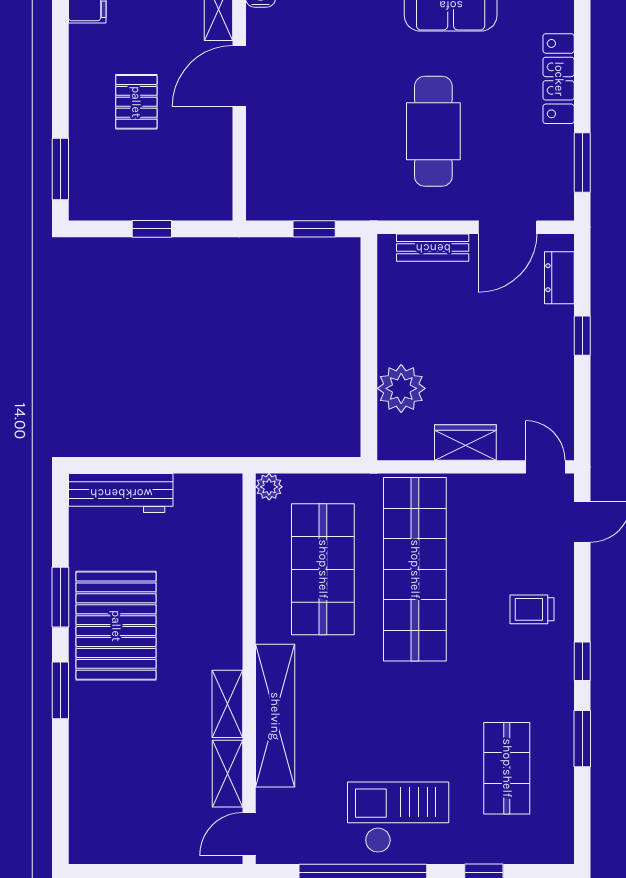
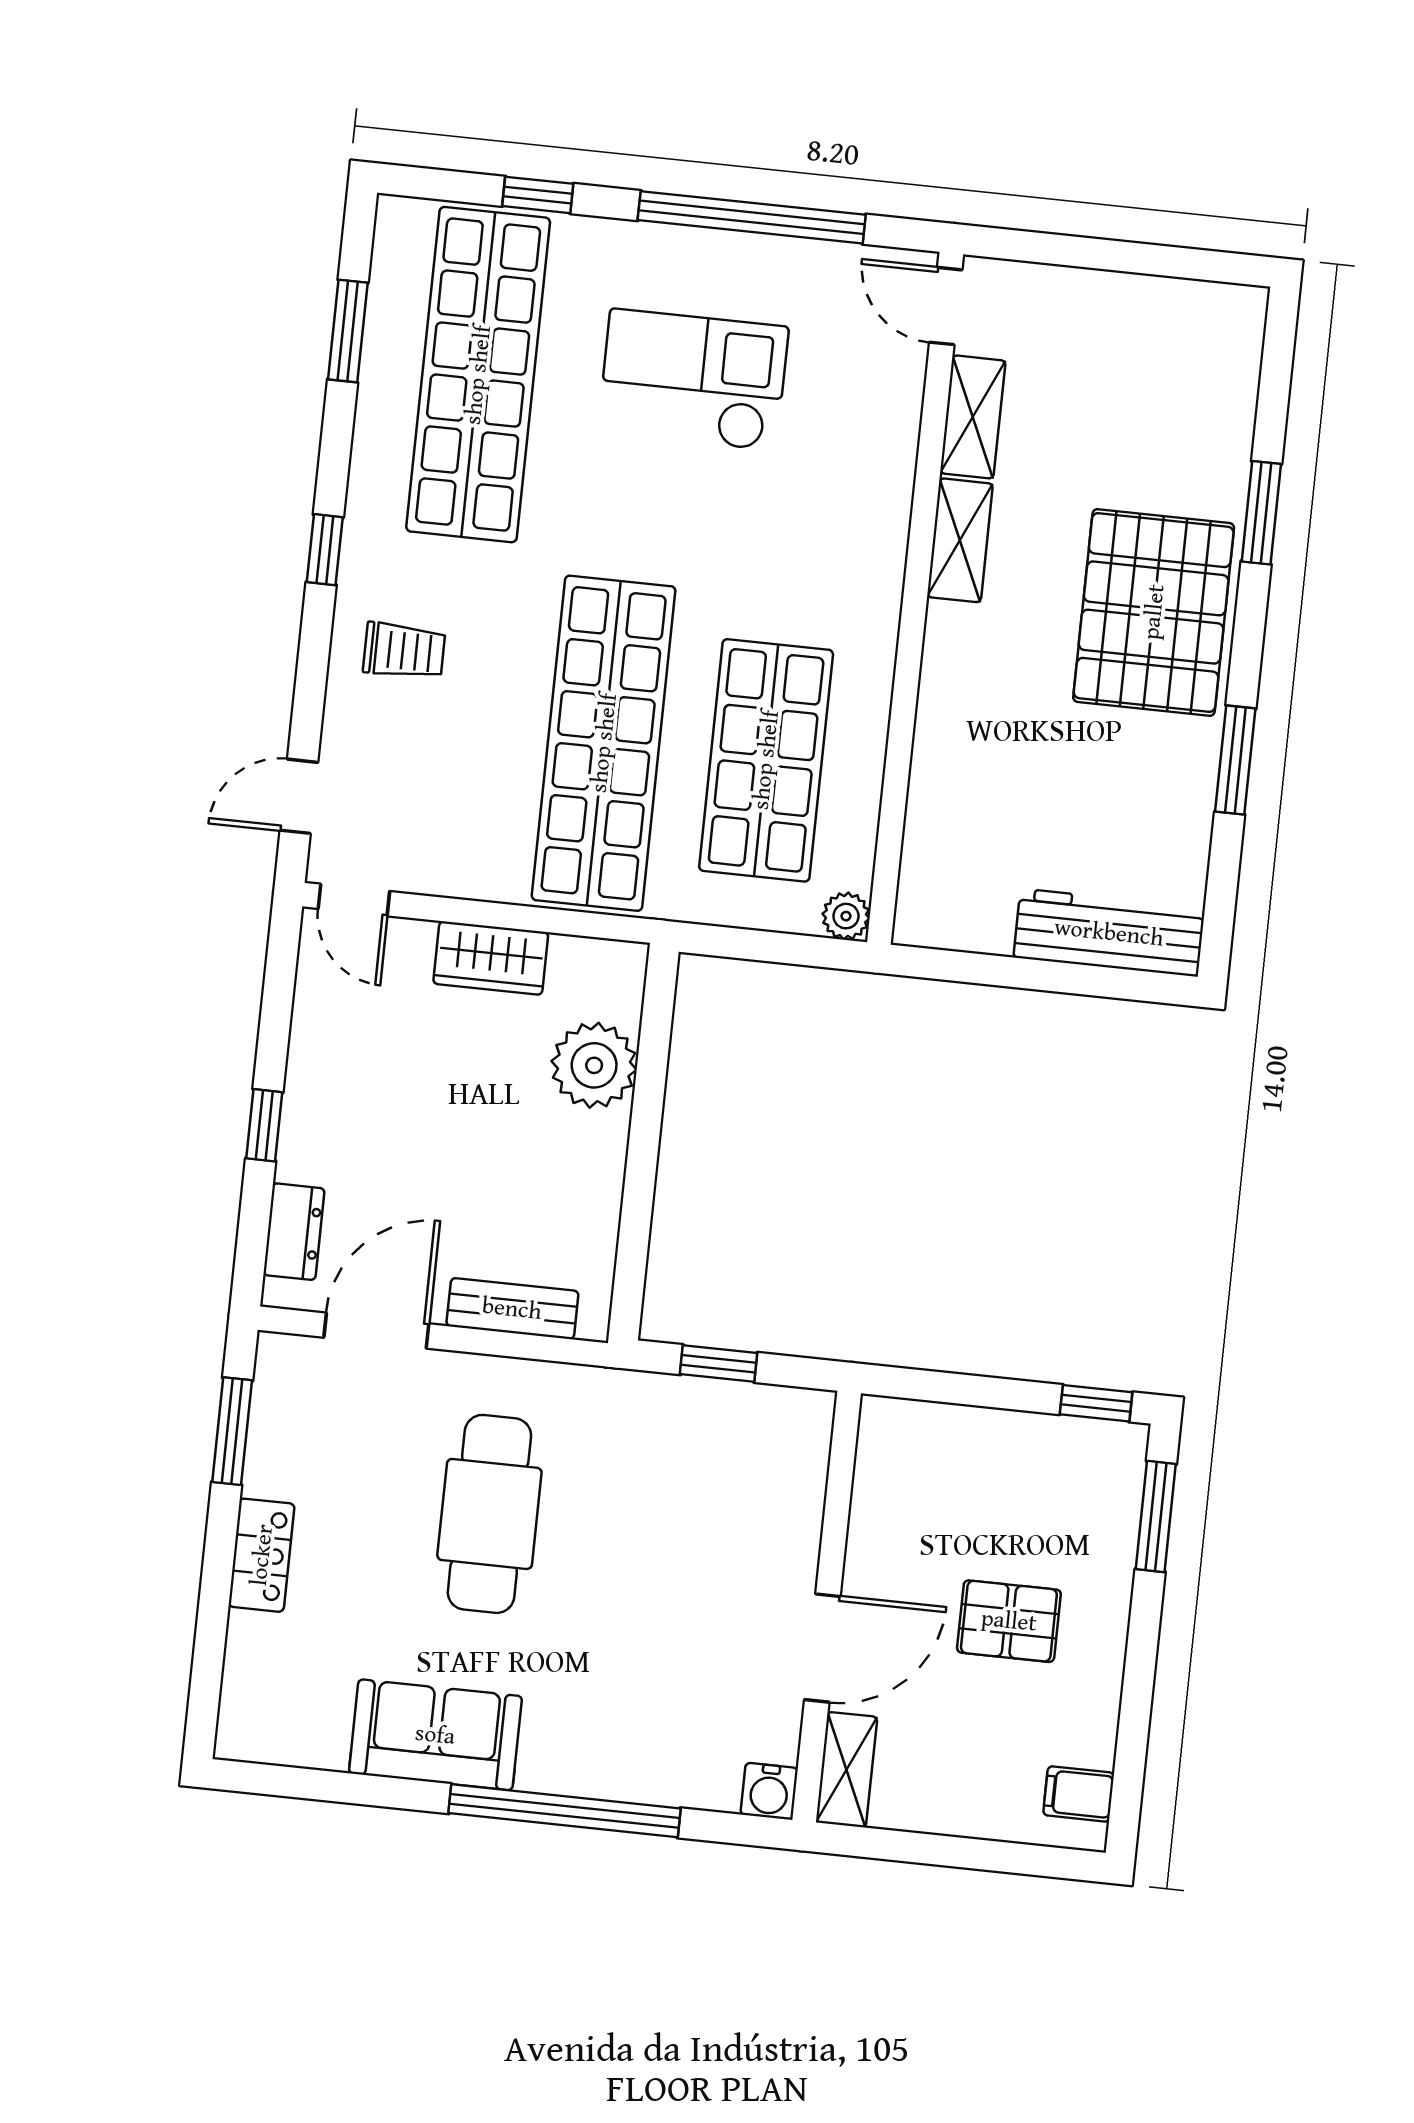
locker: (559, 79) -> (262, 1555), width x0.66
pallet: (136, 102) -> (1009, 1621), turned 90
window: (152, 229) -> (1096, 1403), moved
pallet: (116, 626) -> (1154, 612), moved
window: (60, 690) -> (1261, 513), moved
shelving: (275, 716) -> (878, 510), removed
window: (582, 739) -> (348, 331), moved
shop shelf: (507, 768) -> (478, 375), width x2.00, depth x1.36
checkout: (398, 817) -> (693, 380), moved, turned 180
door: (249, 834) -> (946, 306), swing flipped

